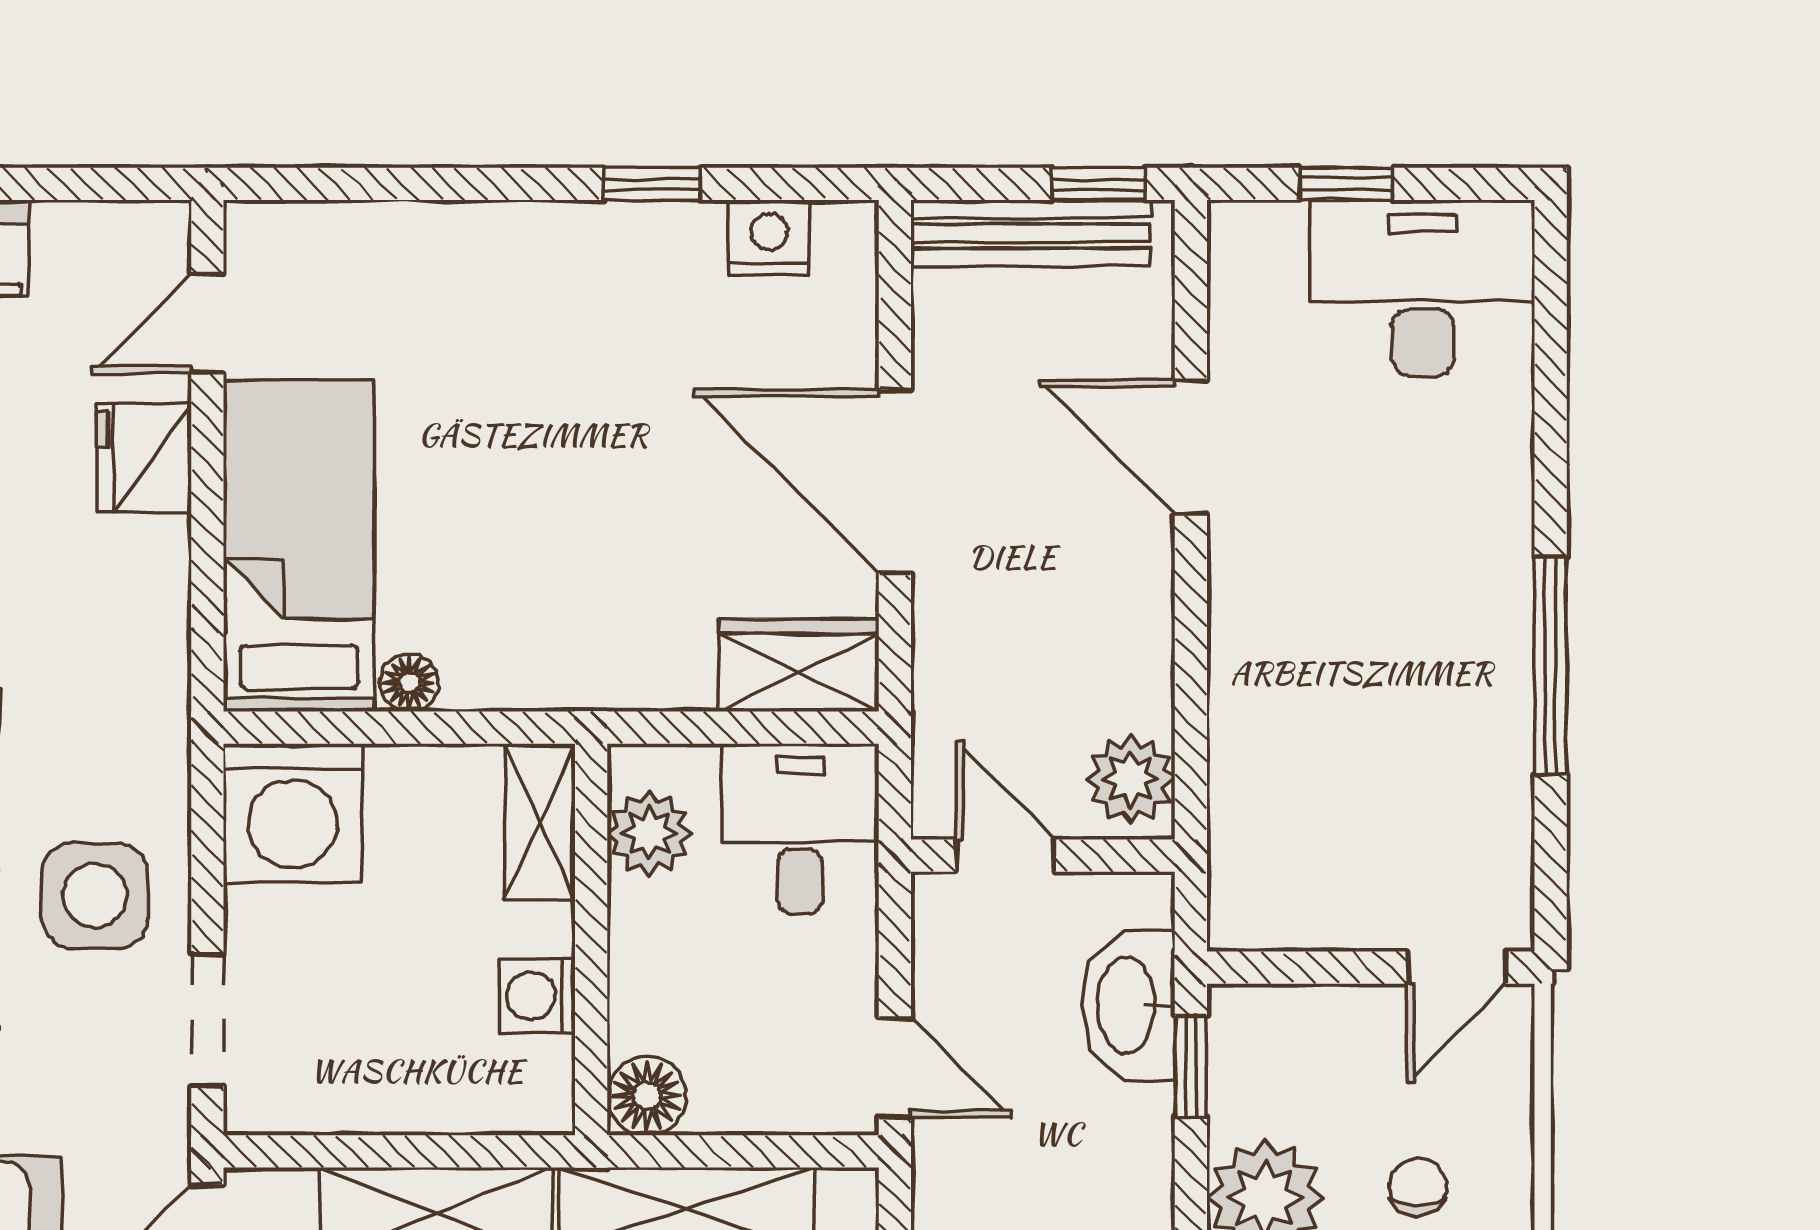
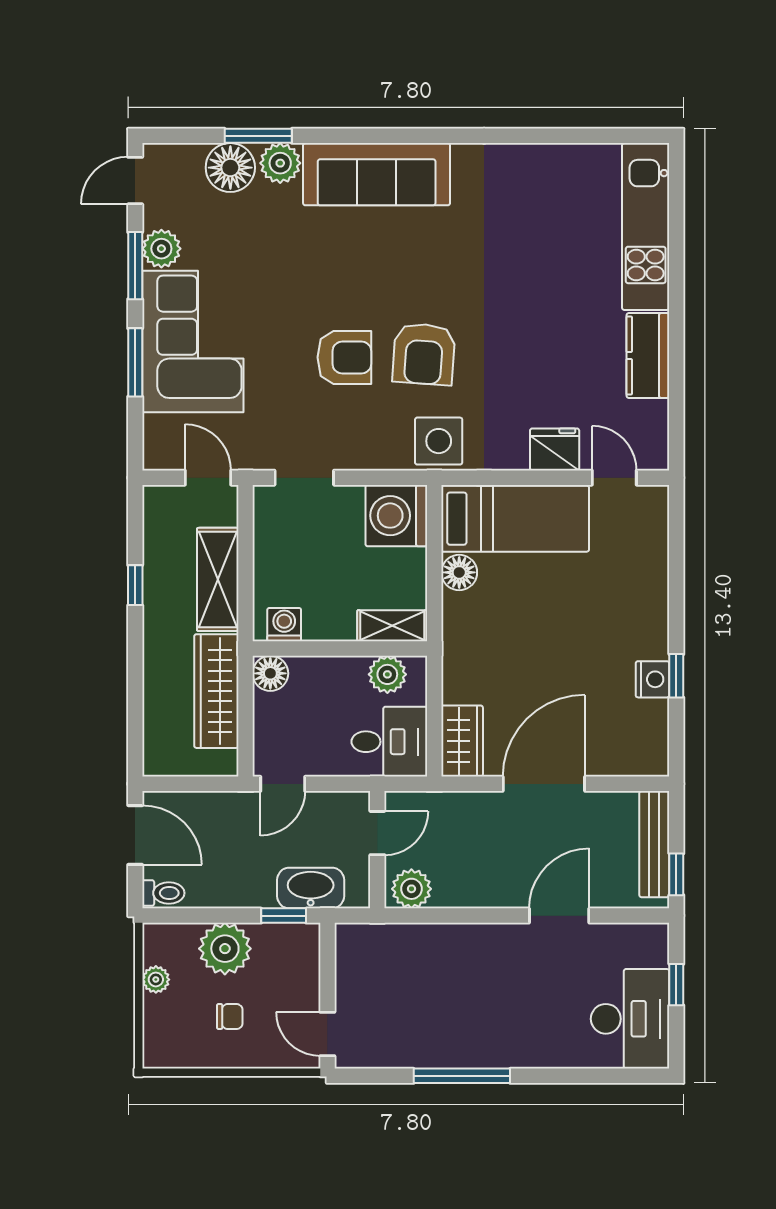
nightstand: (769, 238) -> (652, 679), moved
floor lamp: (409, 683) -> (459, 572), width x1.37, depth x1.37
side table: (95, 896) -> (439, 441), moved
washing machine: (537, 996) -> (284, 625), moved

